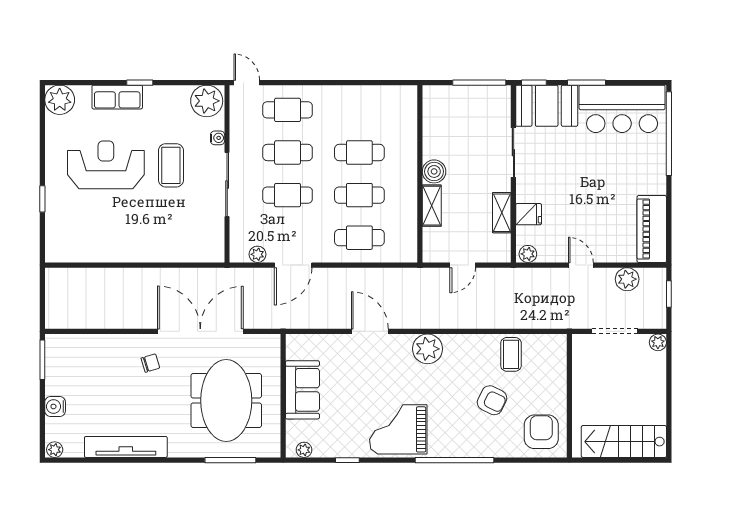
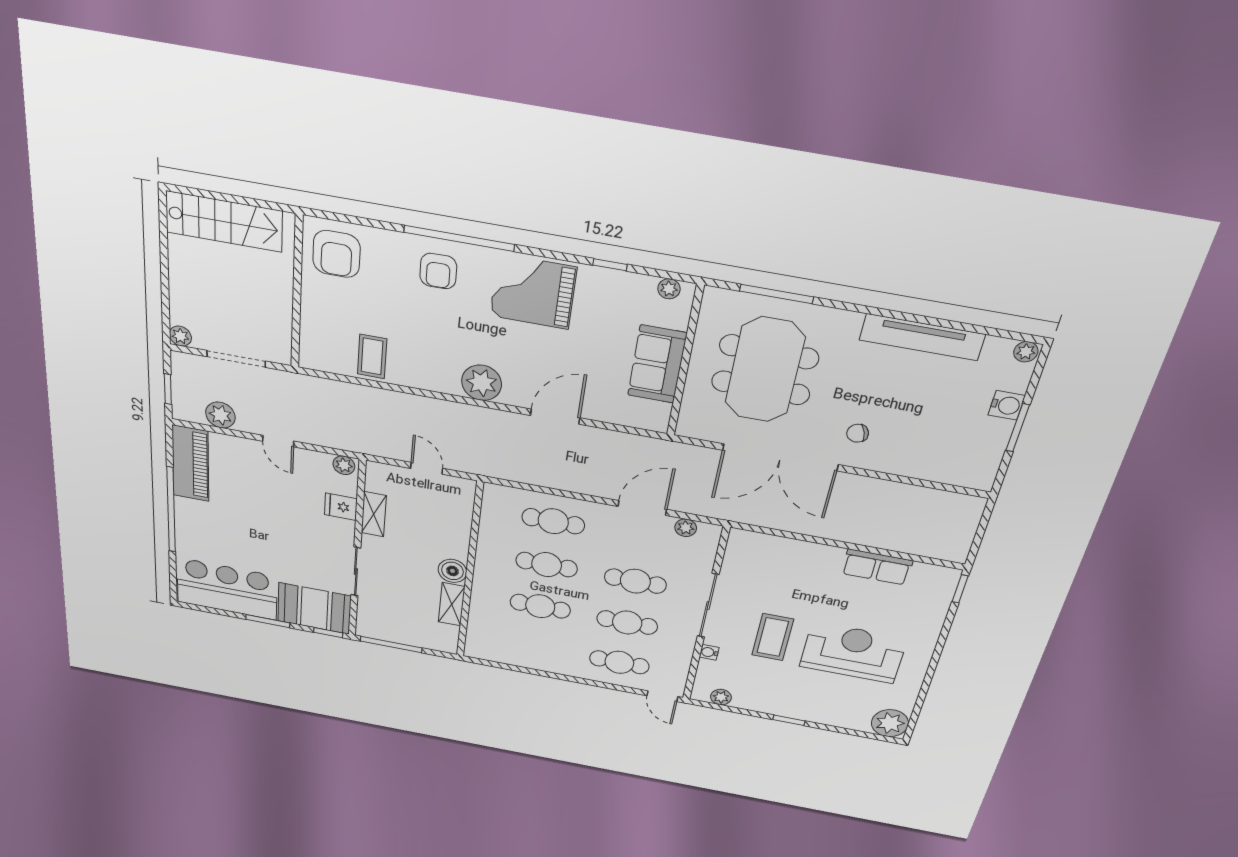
row of seats: (117, 97) -> (877, 567), moved, turned 180
plant: (207, 101) -> (721, 697), width x0.53, depth x0.53
window: (669, 134) -> (171, 510), moved
reception desk: (106, 165) -> (853, 653), turned 180
window: (42, 199) -> (960, 589), moved
shelving: (432, 206) -> (452, 604), moved
door: (463, 265) -> (427, 468), hinge flipped
door: (370, 331) -> (555, 417), swing flipped
window: (42, 360) -> (1018, 428), moved
armchair: (492, 400) -> (438, 271), moved, turned -117
grand piano: (398, 429) -> (533, 292), turned 180

